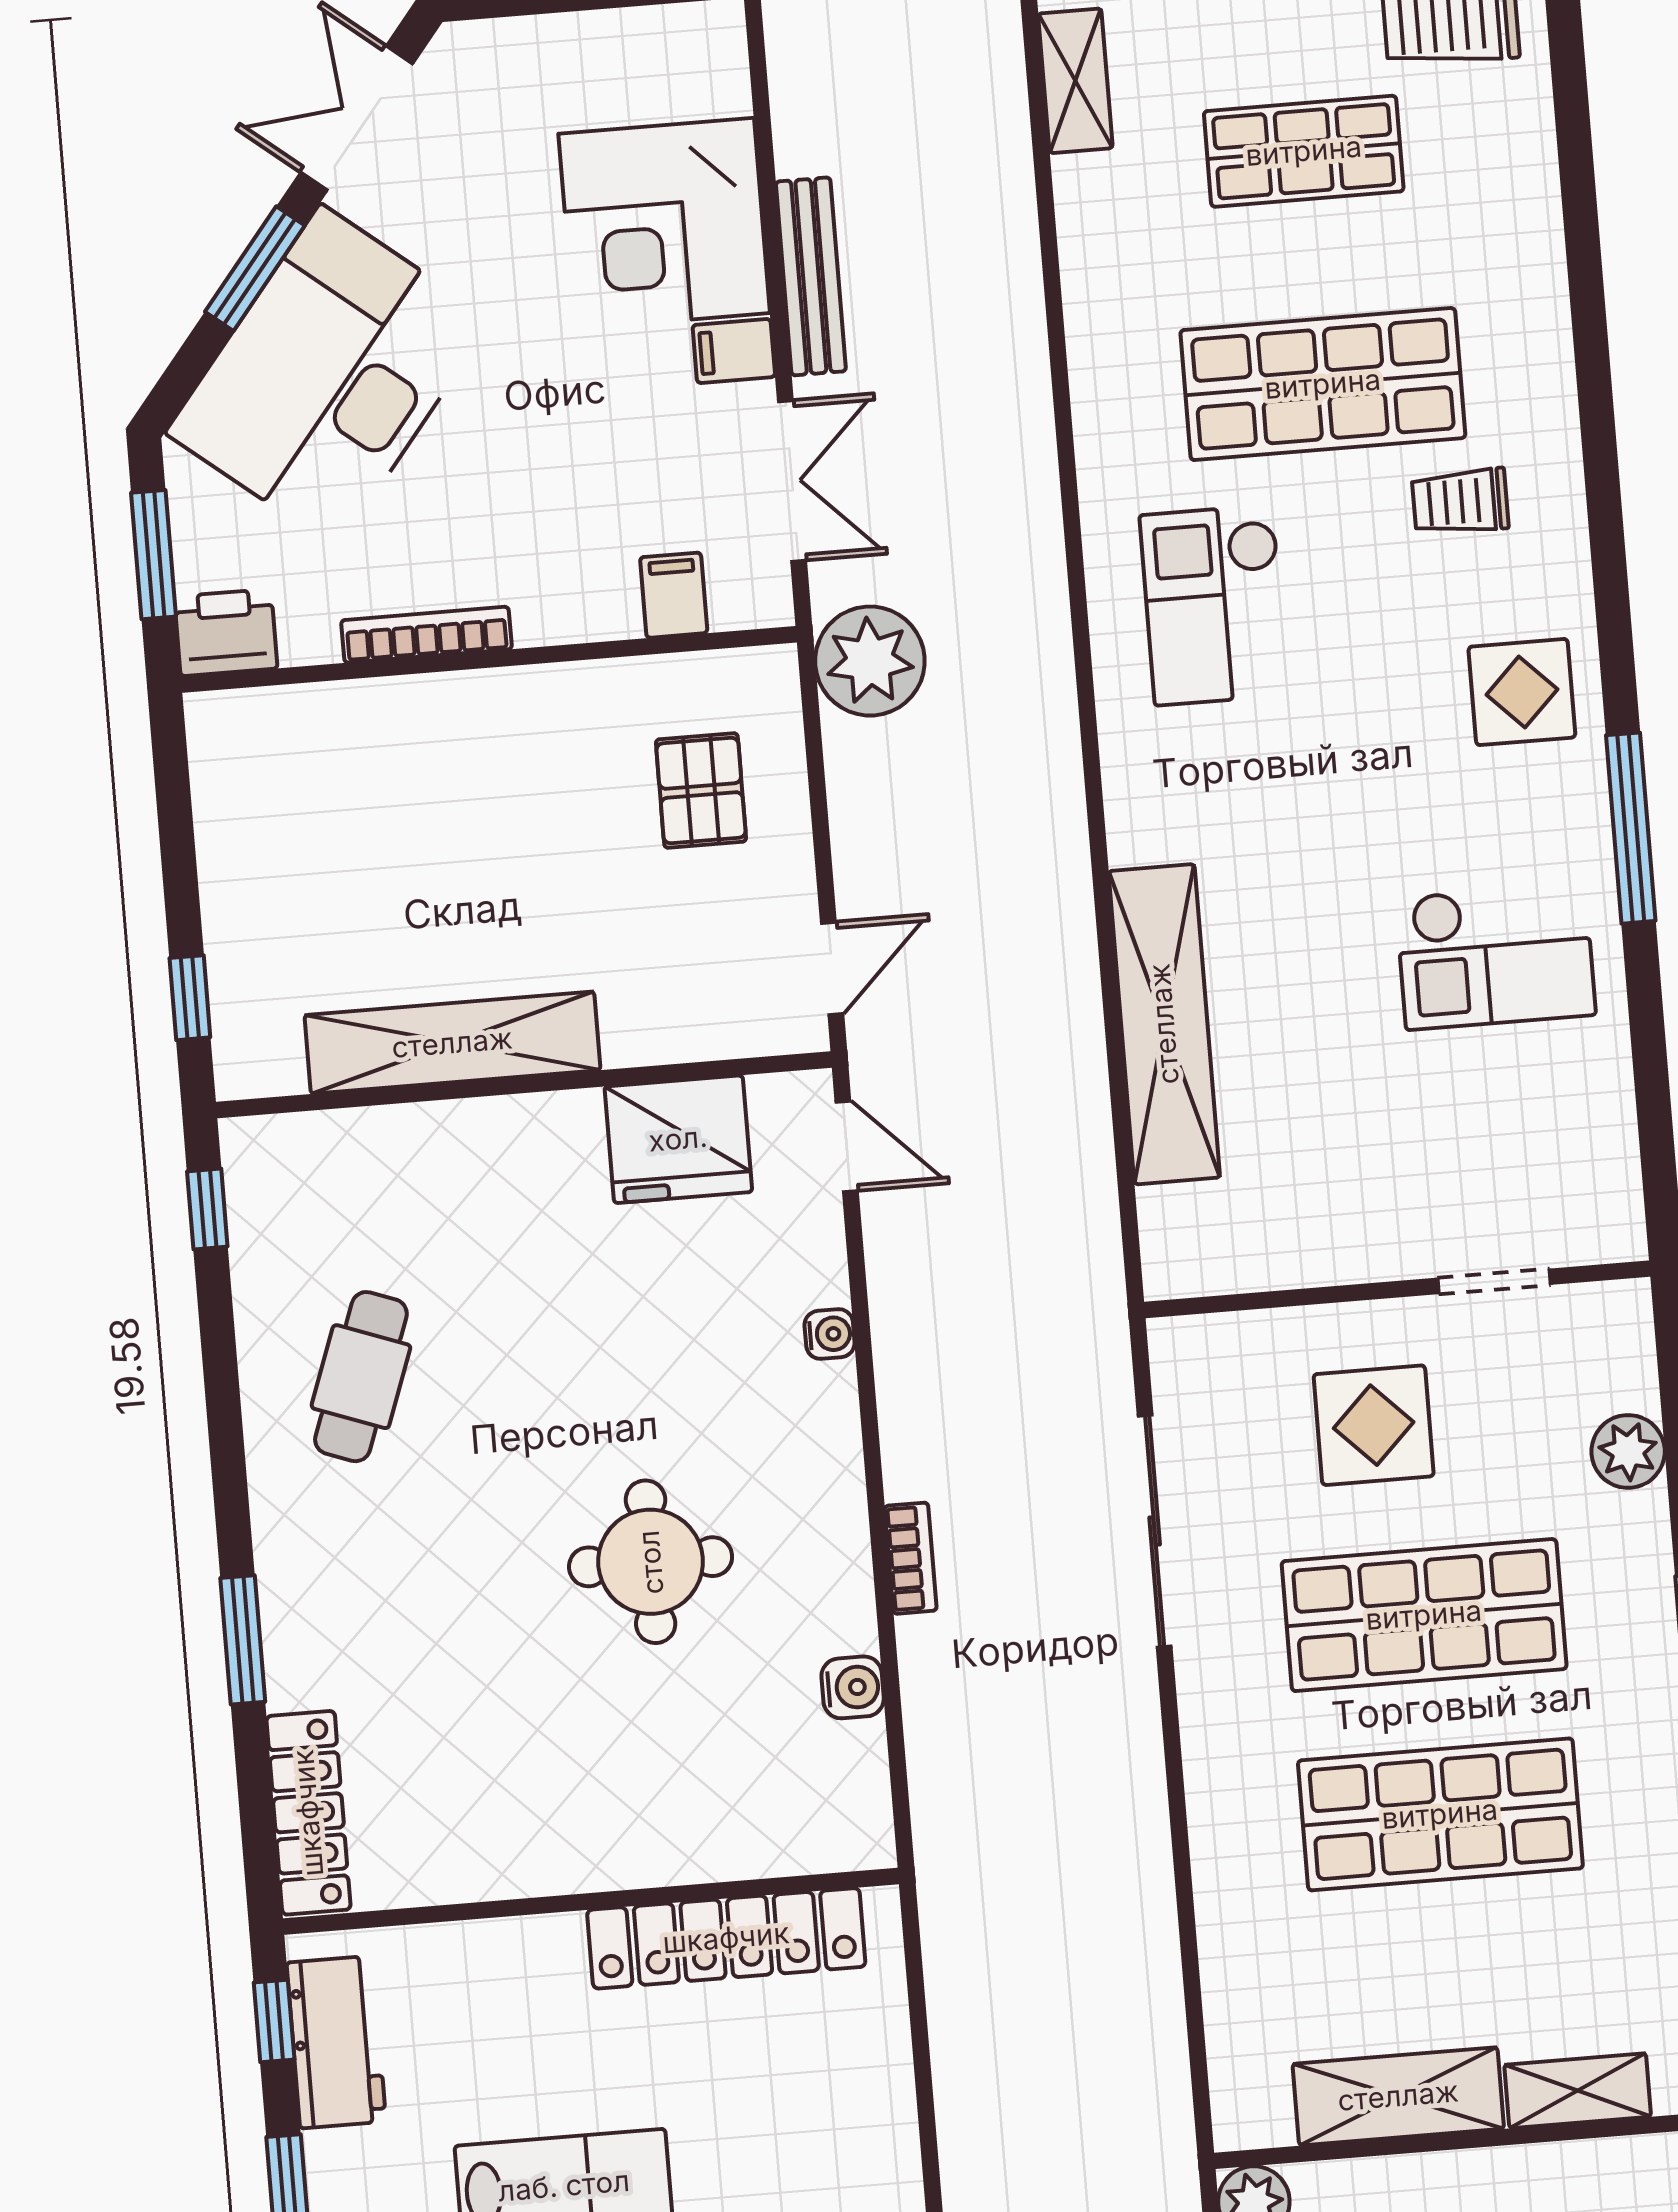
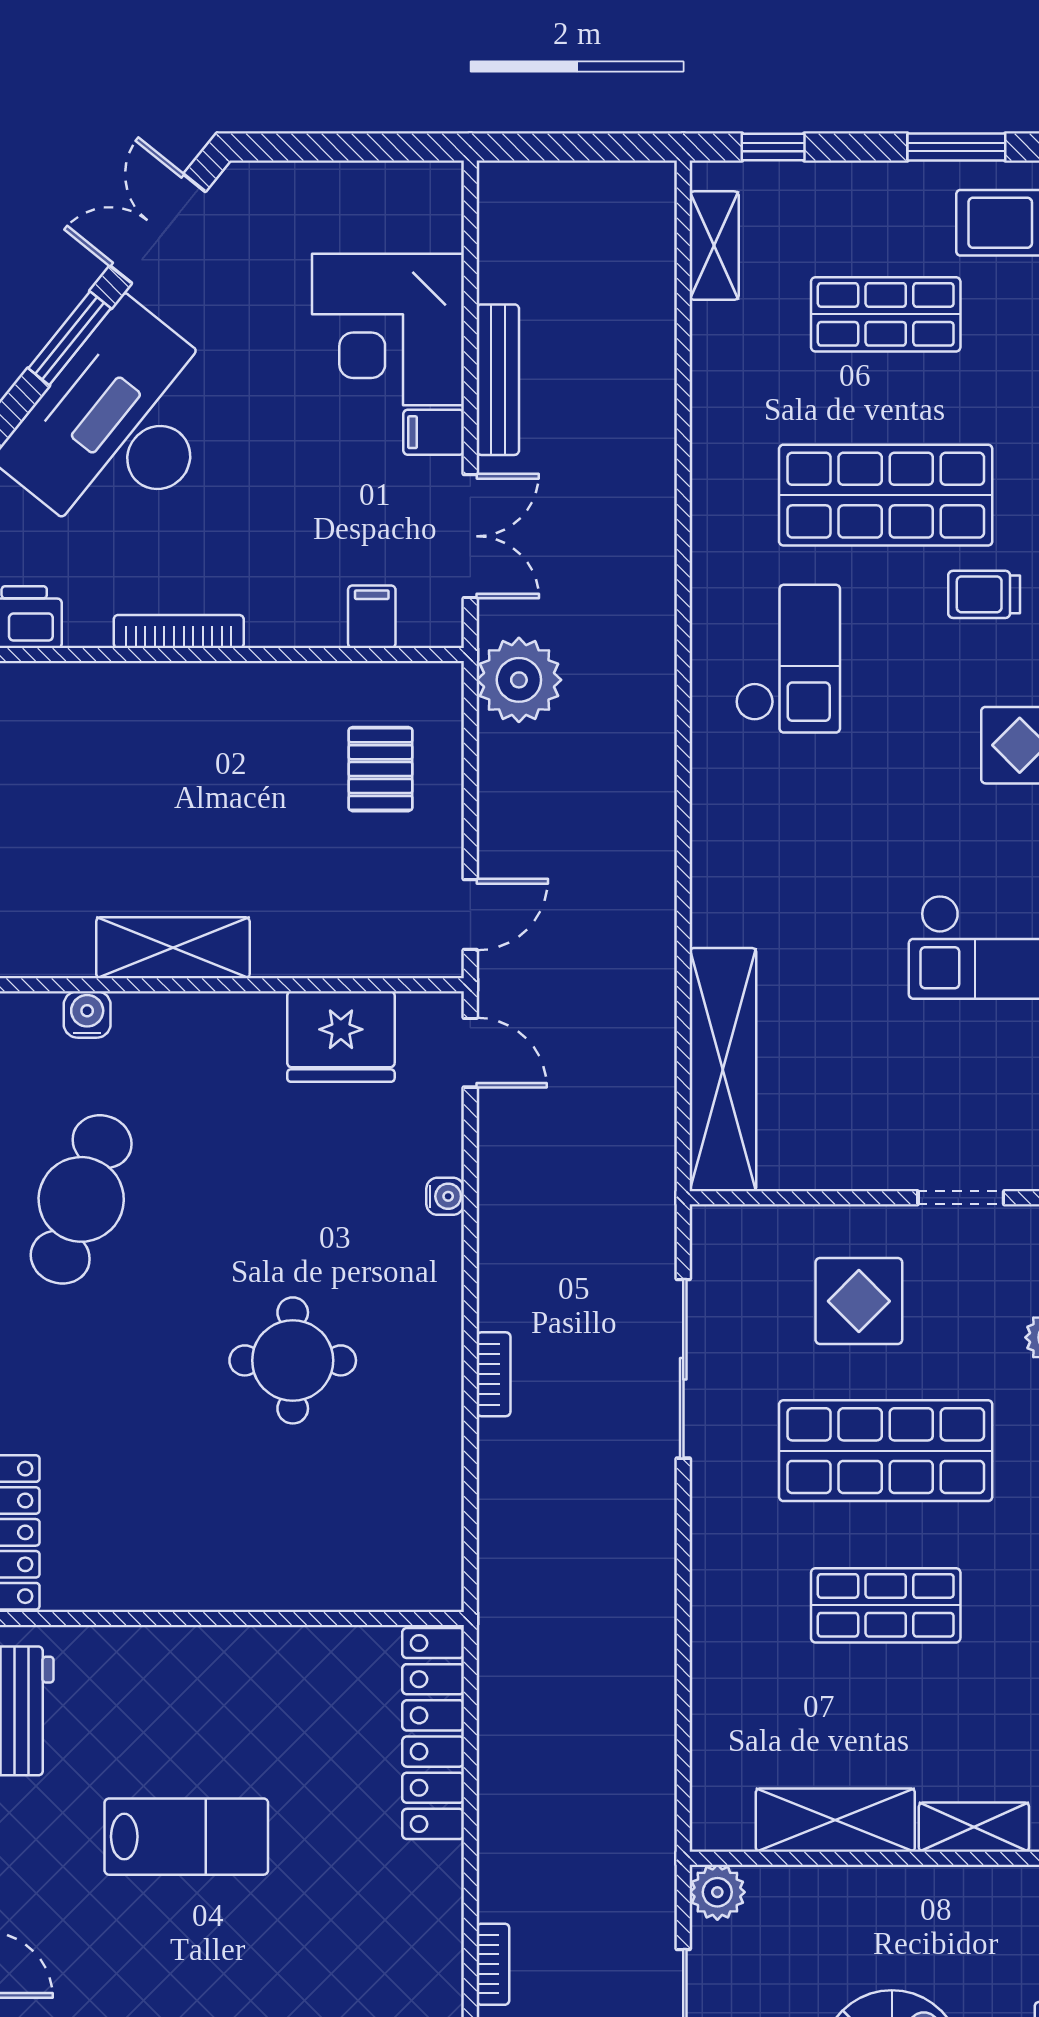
checkout: (1214, 605) -> (788, 659), turned 180
shelving: (1164, 1024) -> (723, 1070), moved
shelving: (452, 1043) -> (173, 948), width x0.68
cafe table: (361, 1377) -> (81, 1199), width x1.37, depth x1.35
water cooler: (853, 1687) -> (87, 1014), moved, turned -90
shop shelf: (1440, 1814) -> (886, 1605), width x0.70, depth x0.74
locker: (726, 1938) -> (433, 1733), moved, turned 90

